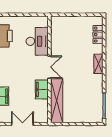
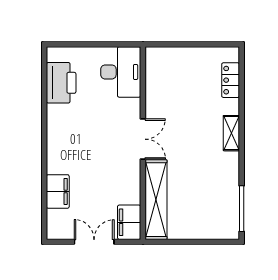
desk: (37, 41) -> (121, 72), moved
filing cabinet: (42, 89) -> (129, 222), moved

